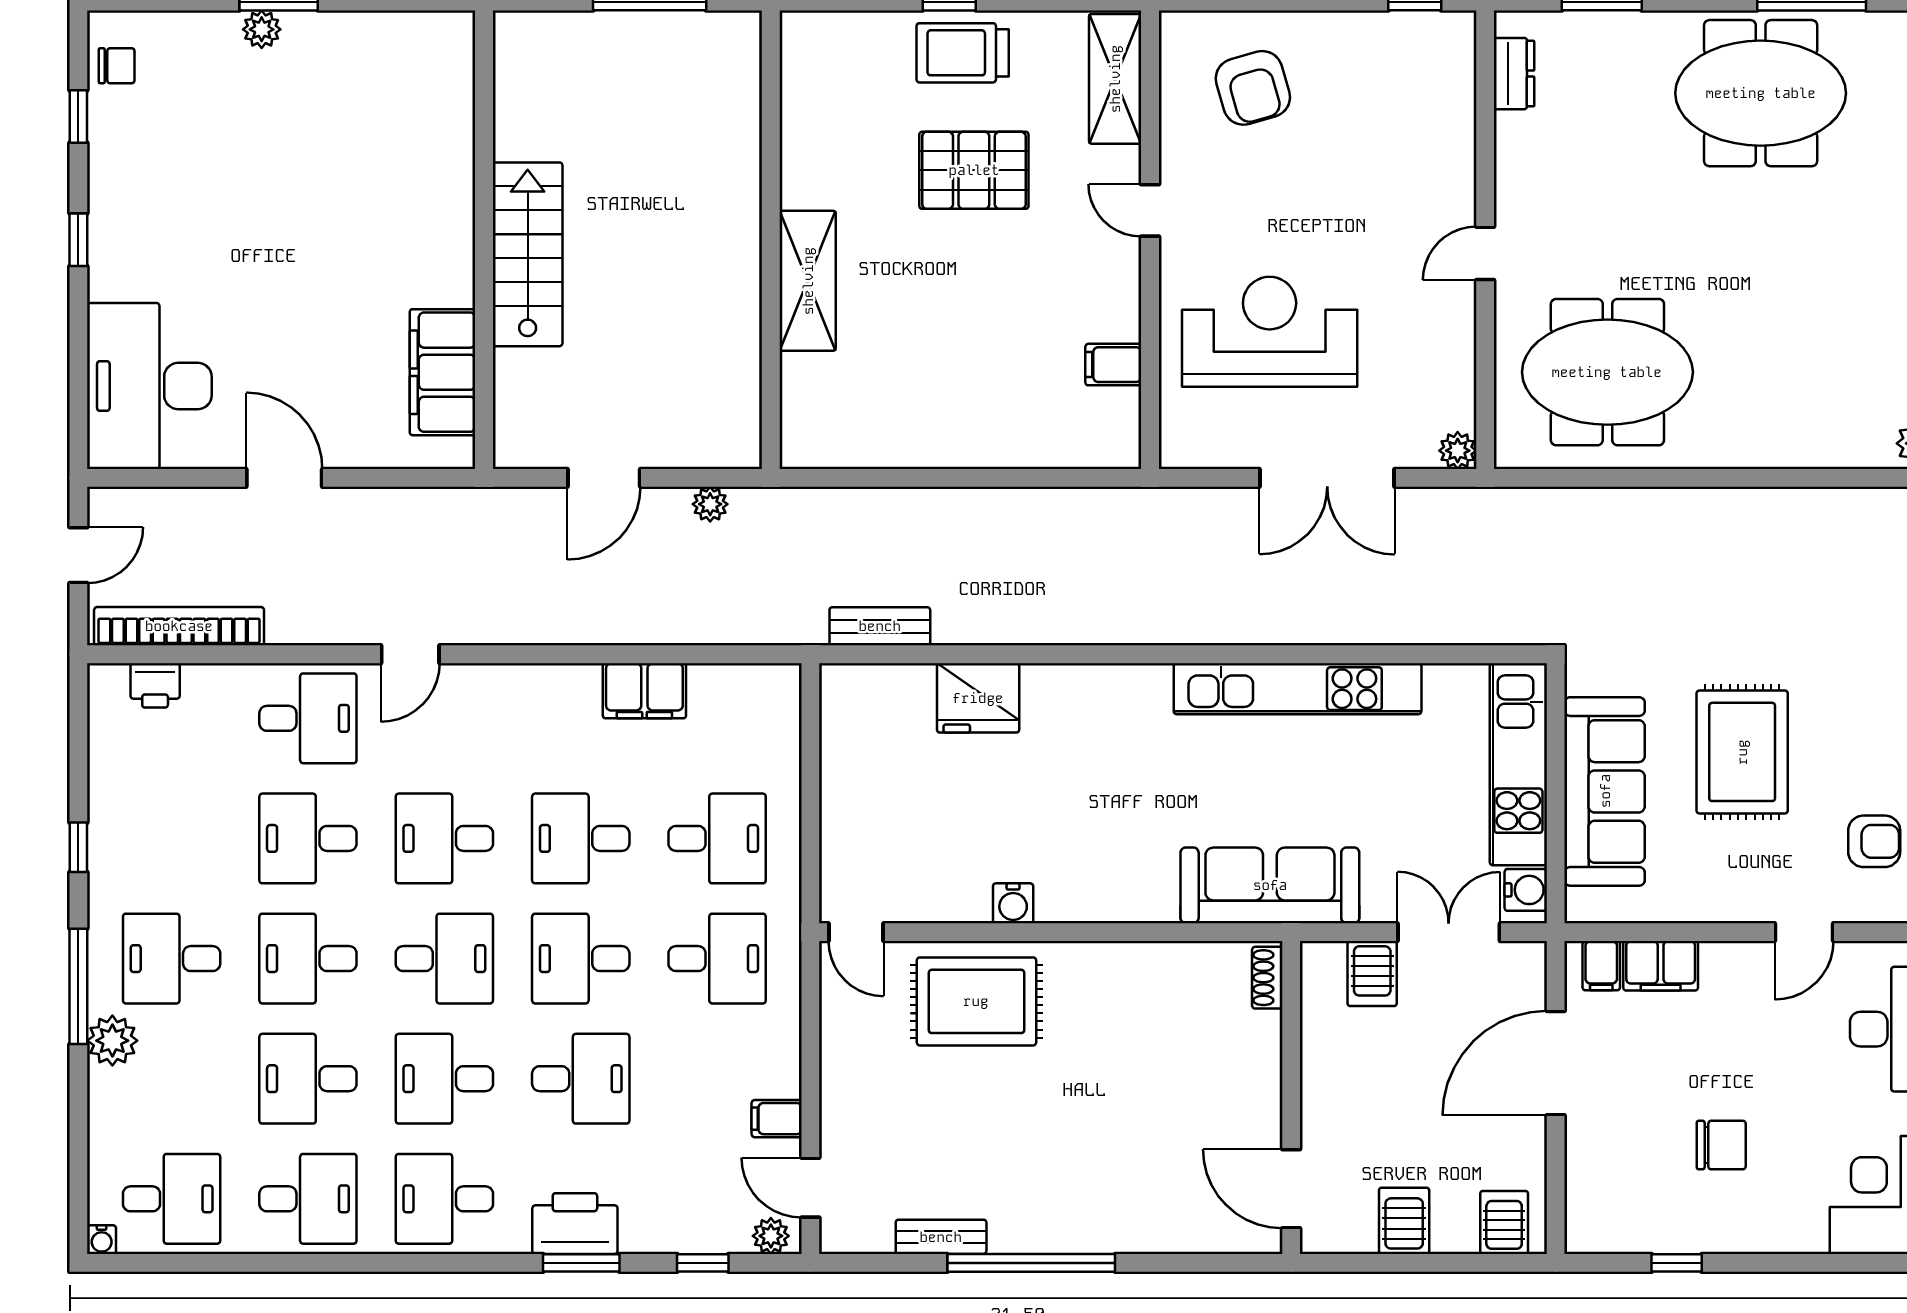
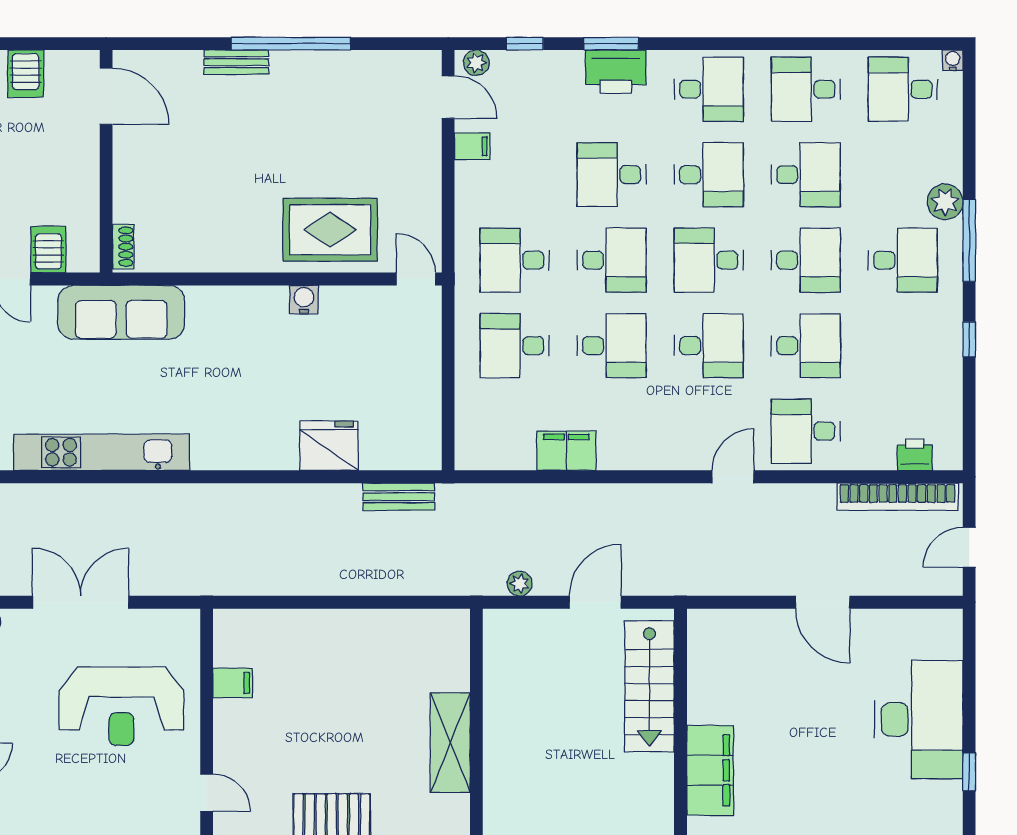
stairs: (528, 254) -> (649, 686), moved
filing cabinet: (442, 372) -> (710, 770), moved
desk: (149, 386) -> (919, 719), moved
bench: (941, 1237) -> (236, 62), moved

